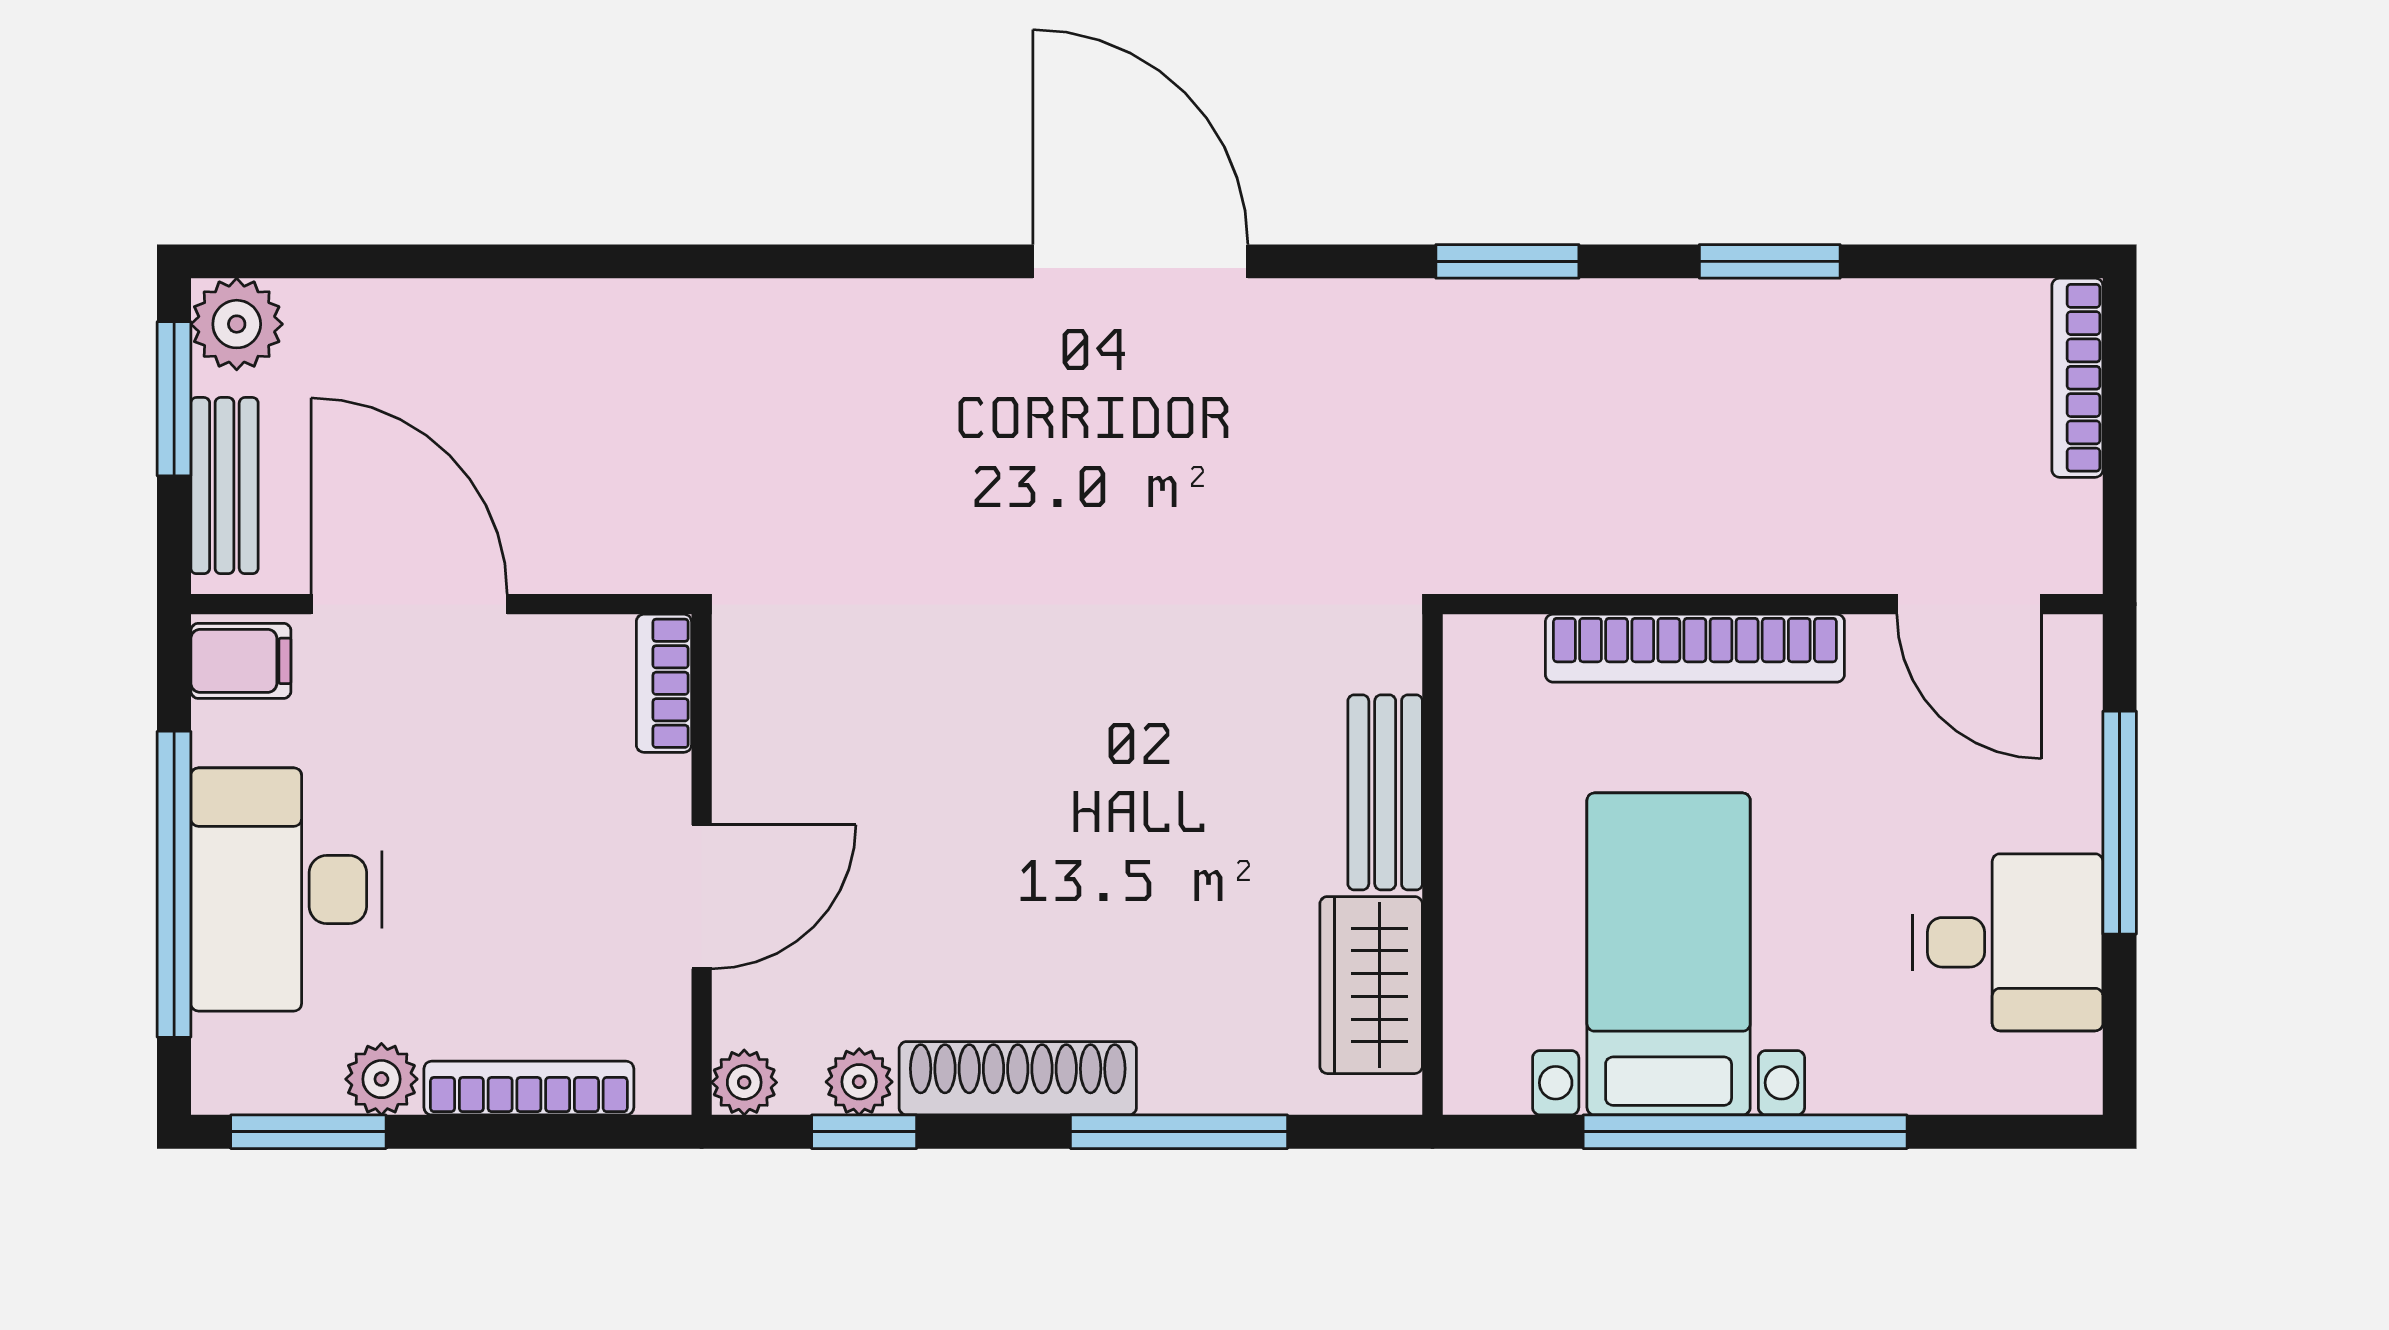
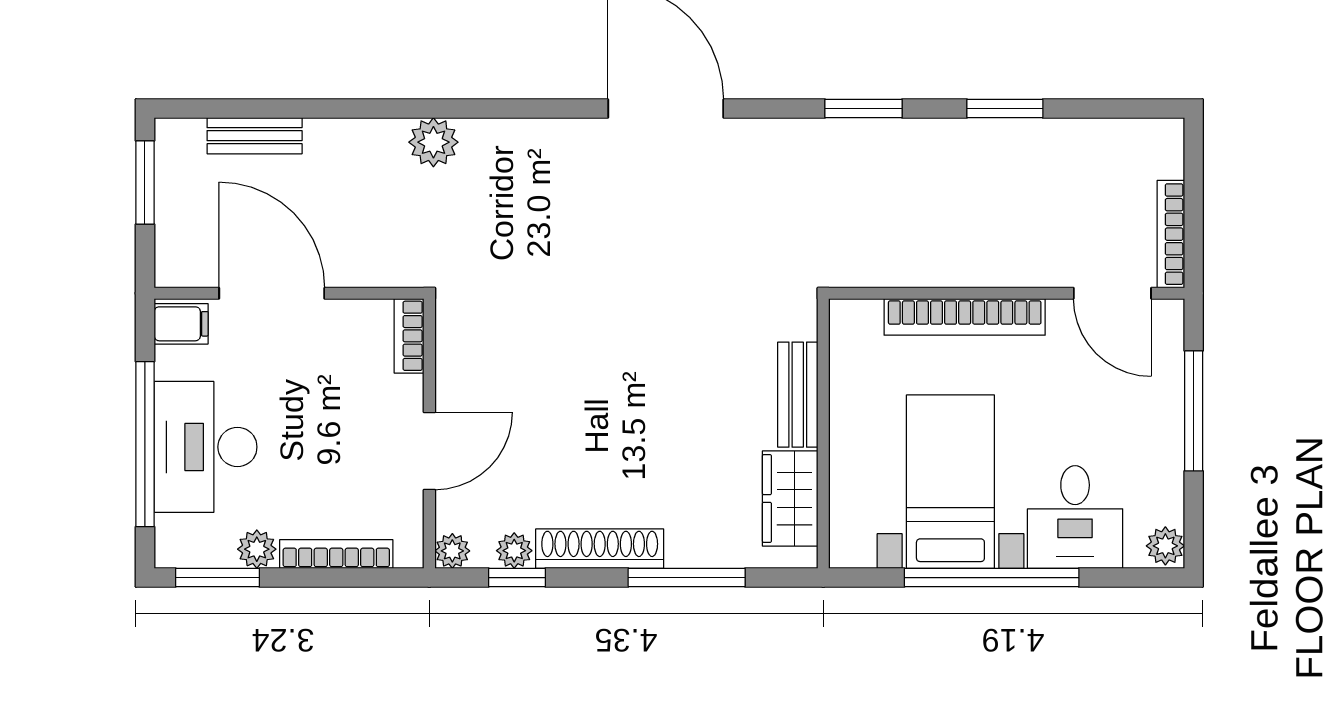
plant: (237, 324) -> (433, 142), moved
bookcase: (2077, 378) -> (1171, 234), moved
bench: (224, 486) -> (255, 136), moved, turned 90
desk: (2007, 942) -> (1075, 517), moved, turned 90
plant: (2067, 1073) -> (1165, 546), added

